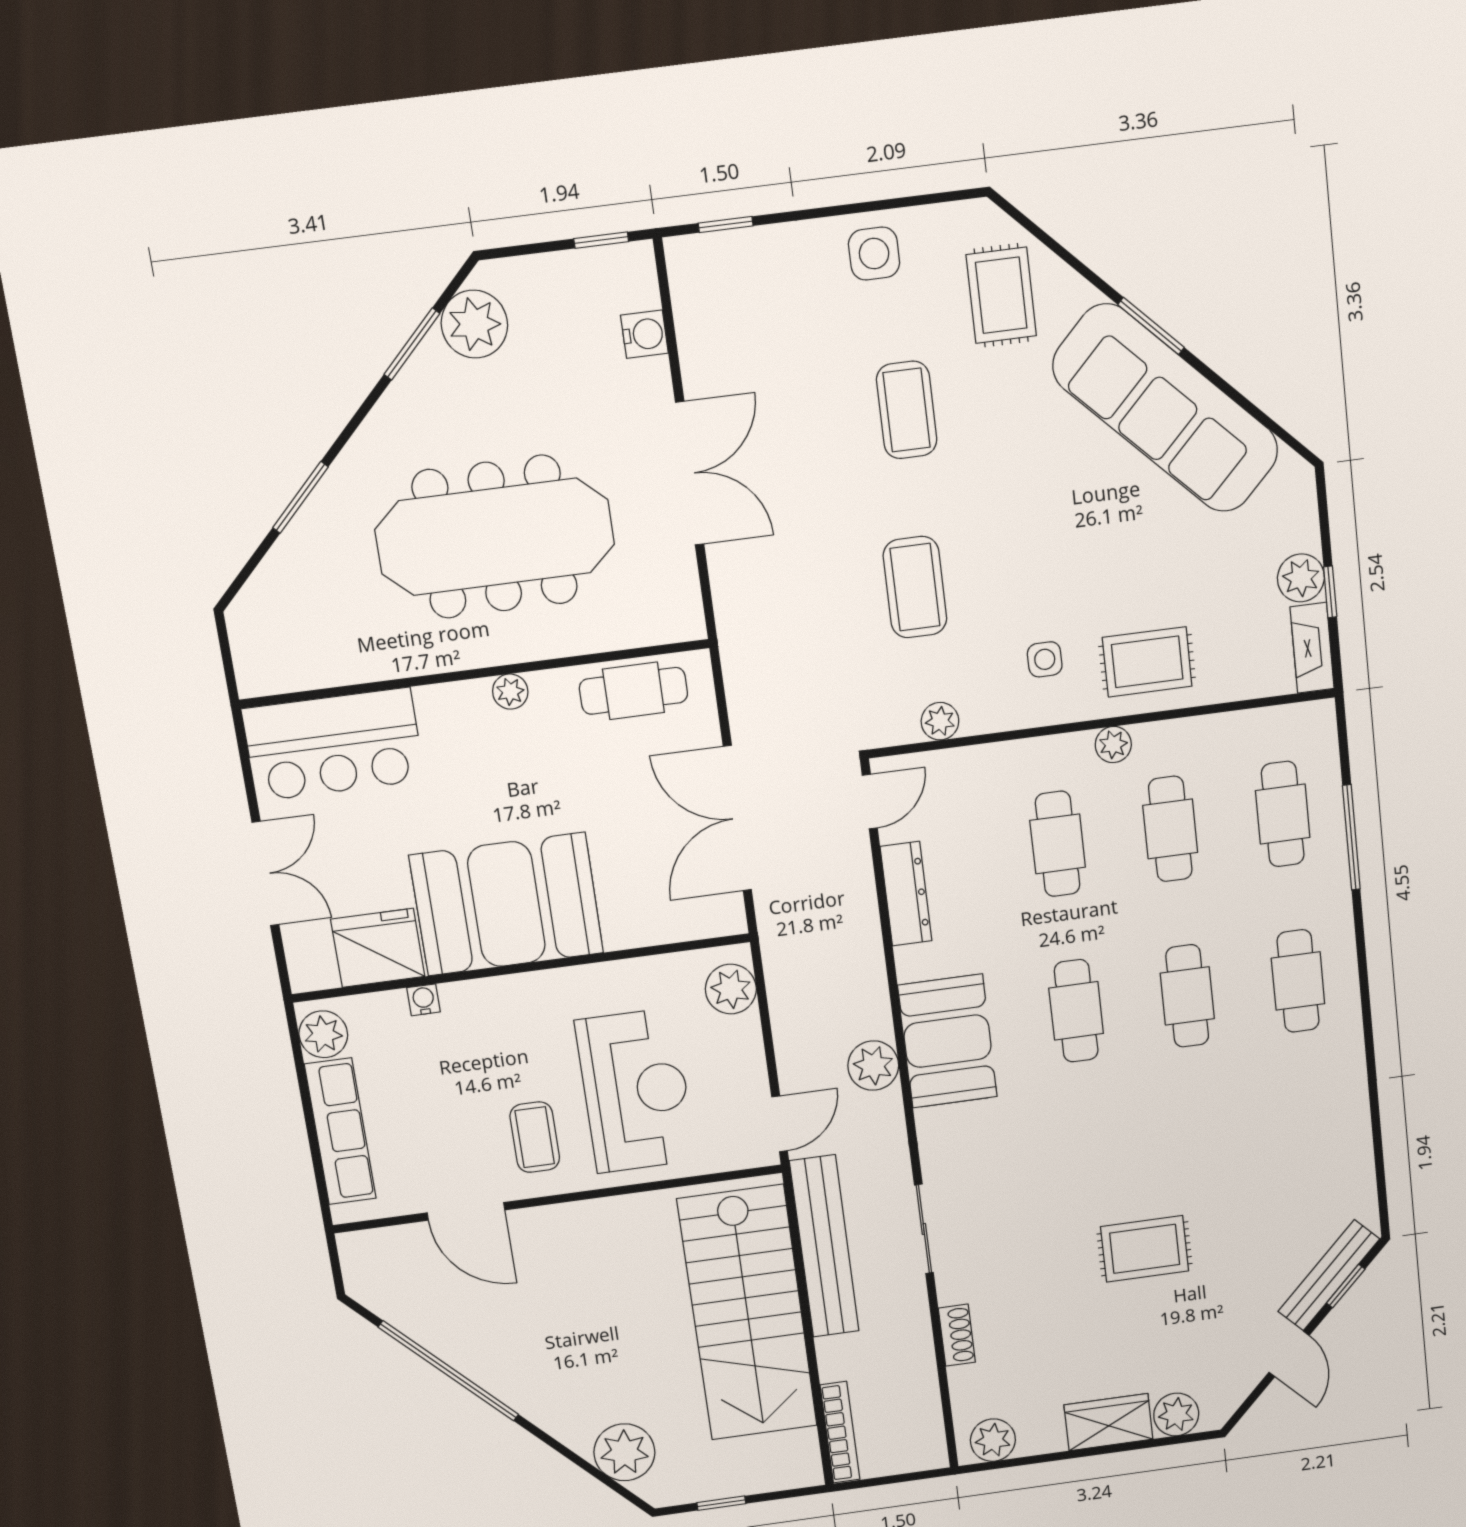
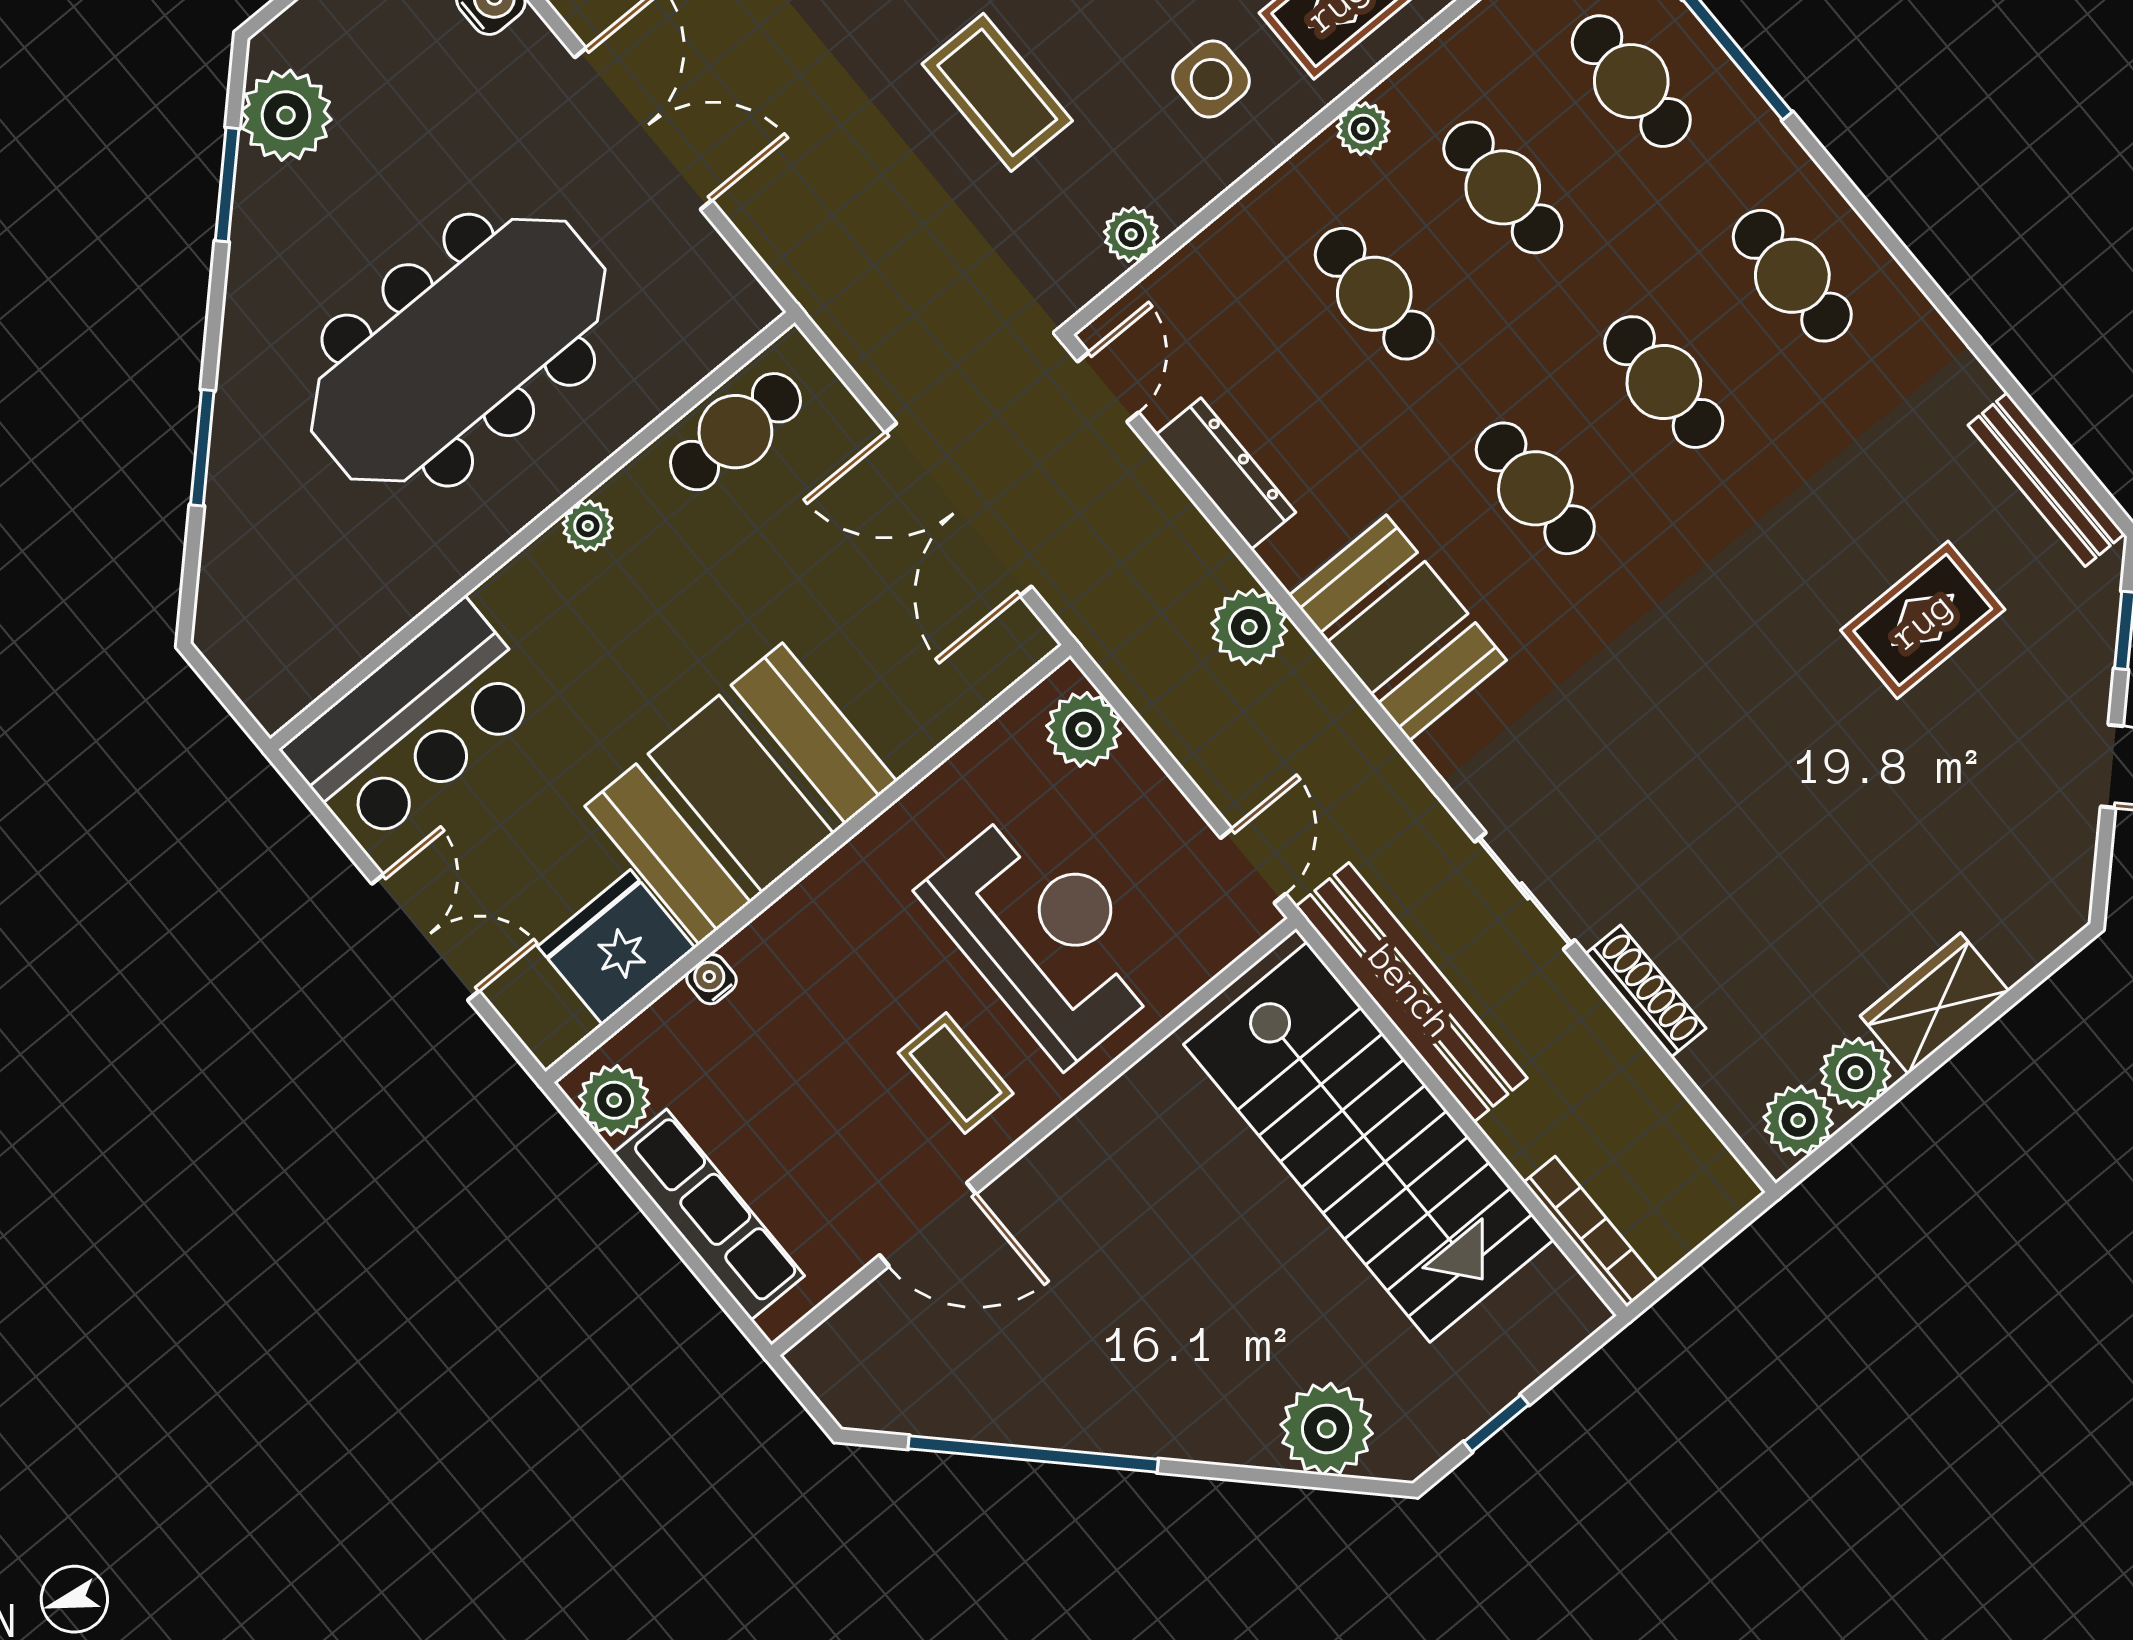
side table: (1045, 659) -> (1211, 79), width x1.37, depth x1.37
plant: (873, 1066) -> (1249, 627), moved
rug: (1145, 1249) -> (1923, 620), moved
bench: (1329, 1275) -> (2046, 479), moved, turned -45
shoe rack: (957, 1335) -> (1646, 991), width x1.43
plant: (1176, 1415) -> (1855, 1073), moved

